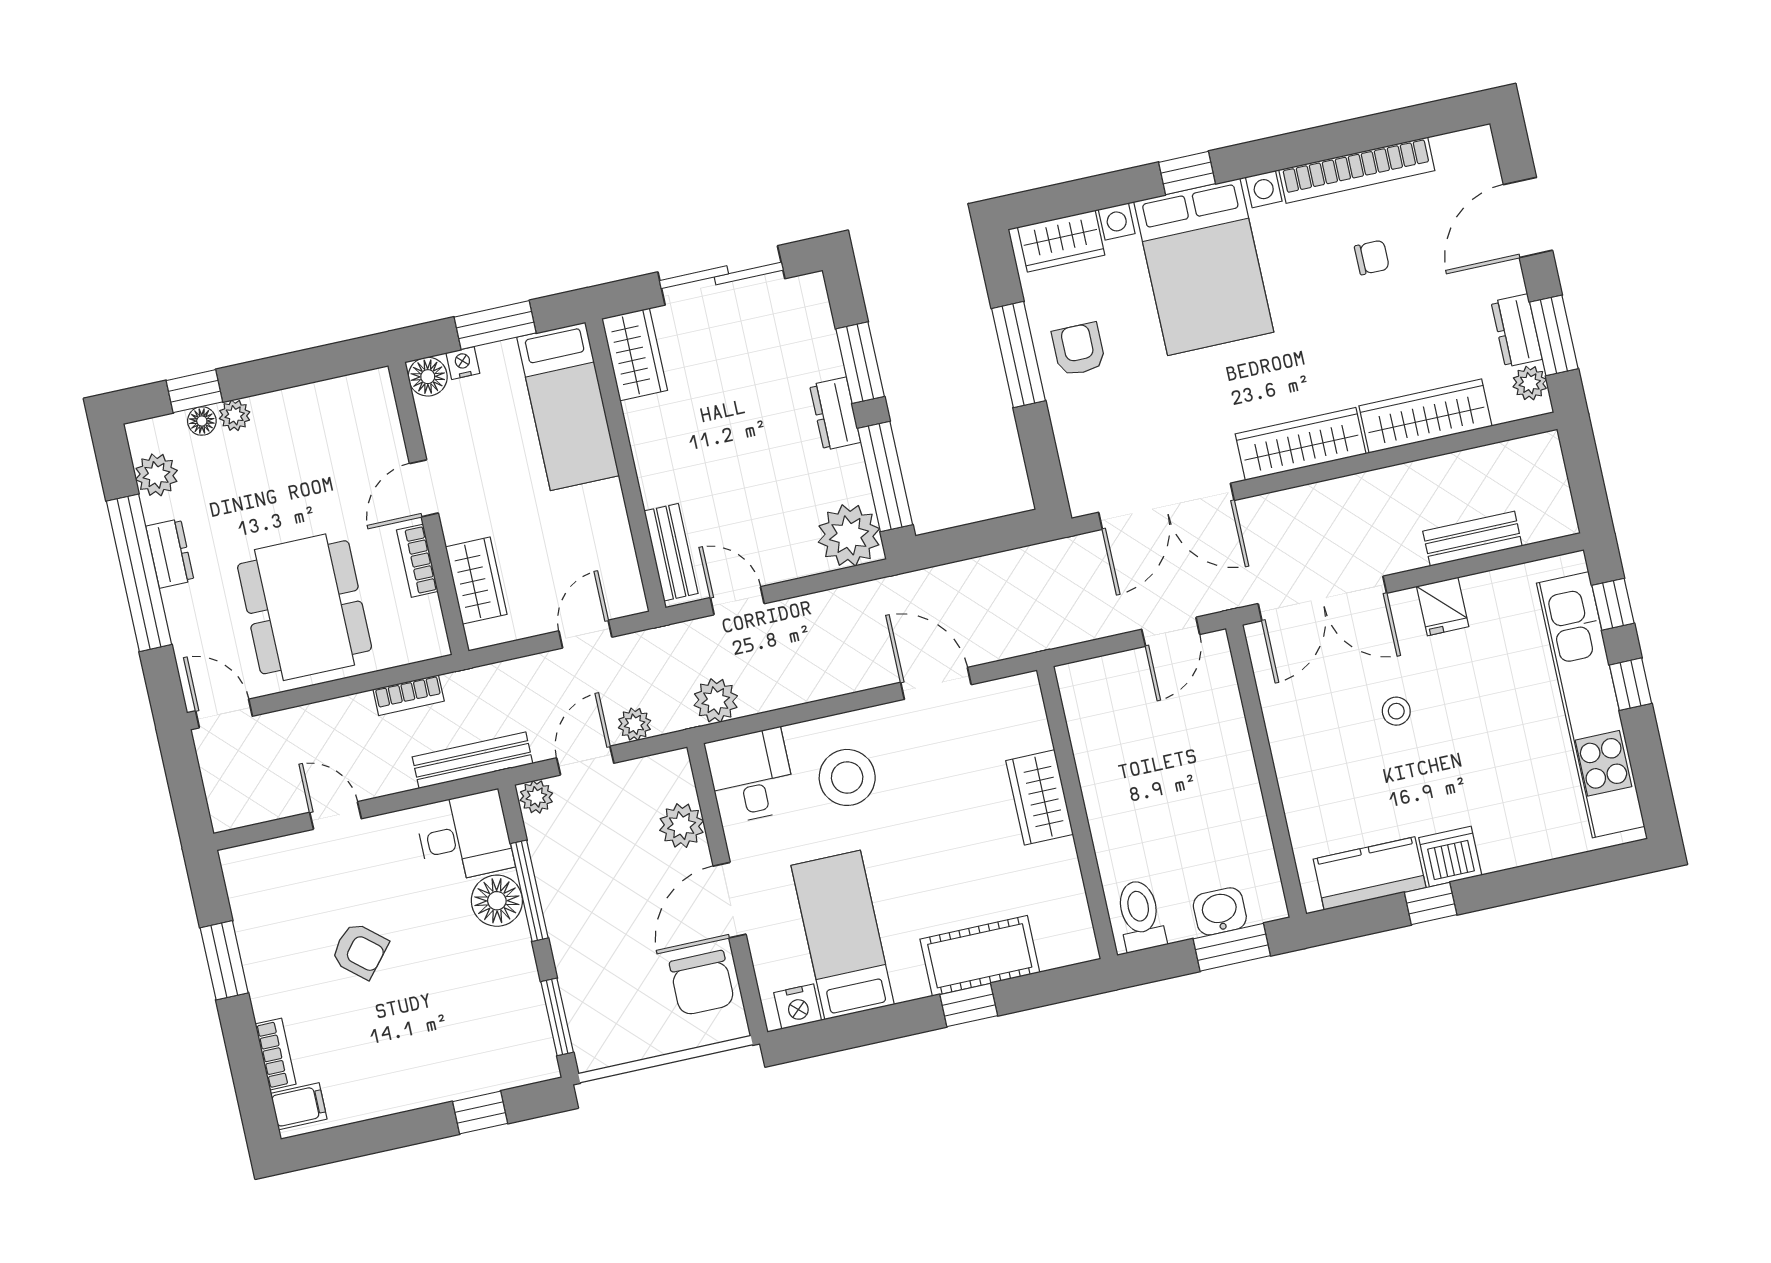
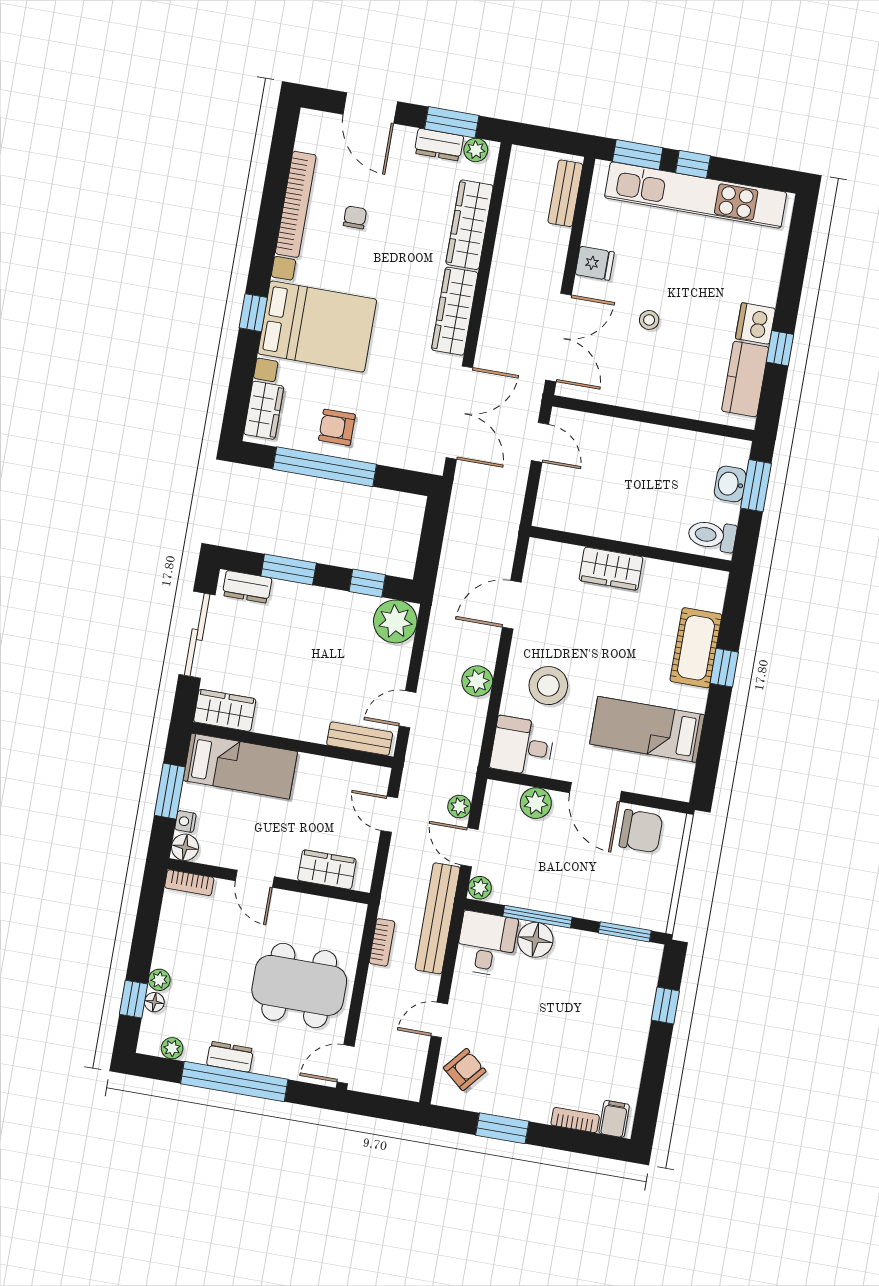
window: (1018, 355) -> (325, 467), width x1.46
dresser: (835, 414) -> (247, 587), moved
plant: (156, 475) -> (172, 1048), width x0.73, depth x0.73
window: (885, 476) -> (367, 583), width x0.46
bench: (1472, 539) -> (565, 193), moved
bookcase: (417, 561) -> (189, 883), moved
window: (1613, 604) -> (638, 155), width x1.50
plant: (716, 701) -> (477, 681), moved
bench: (472, 760) -> (438, 918), width x1.37, depth x1.21
armchair: (360, 951) -> (465, 1069), moved
nightstand: (798, 1007) -> (681, 776), removed

